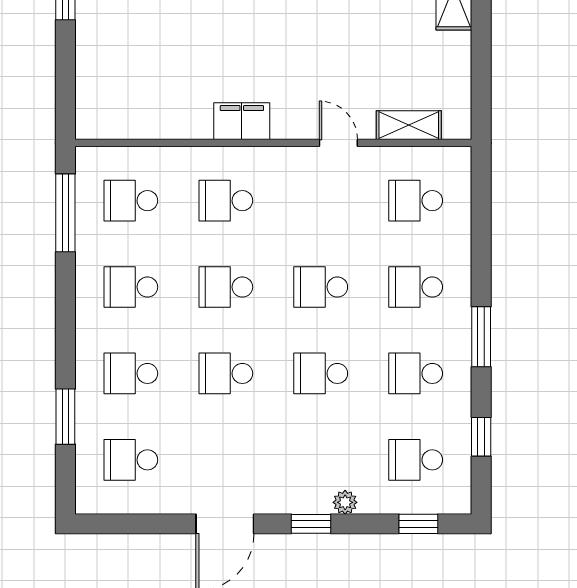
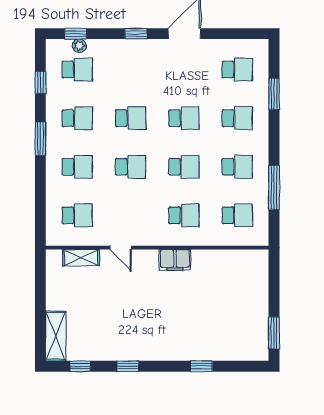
window: (65, 213) -> (274, 188), moved
plant: (345, 502) -> (79, 46), moved

